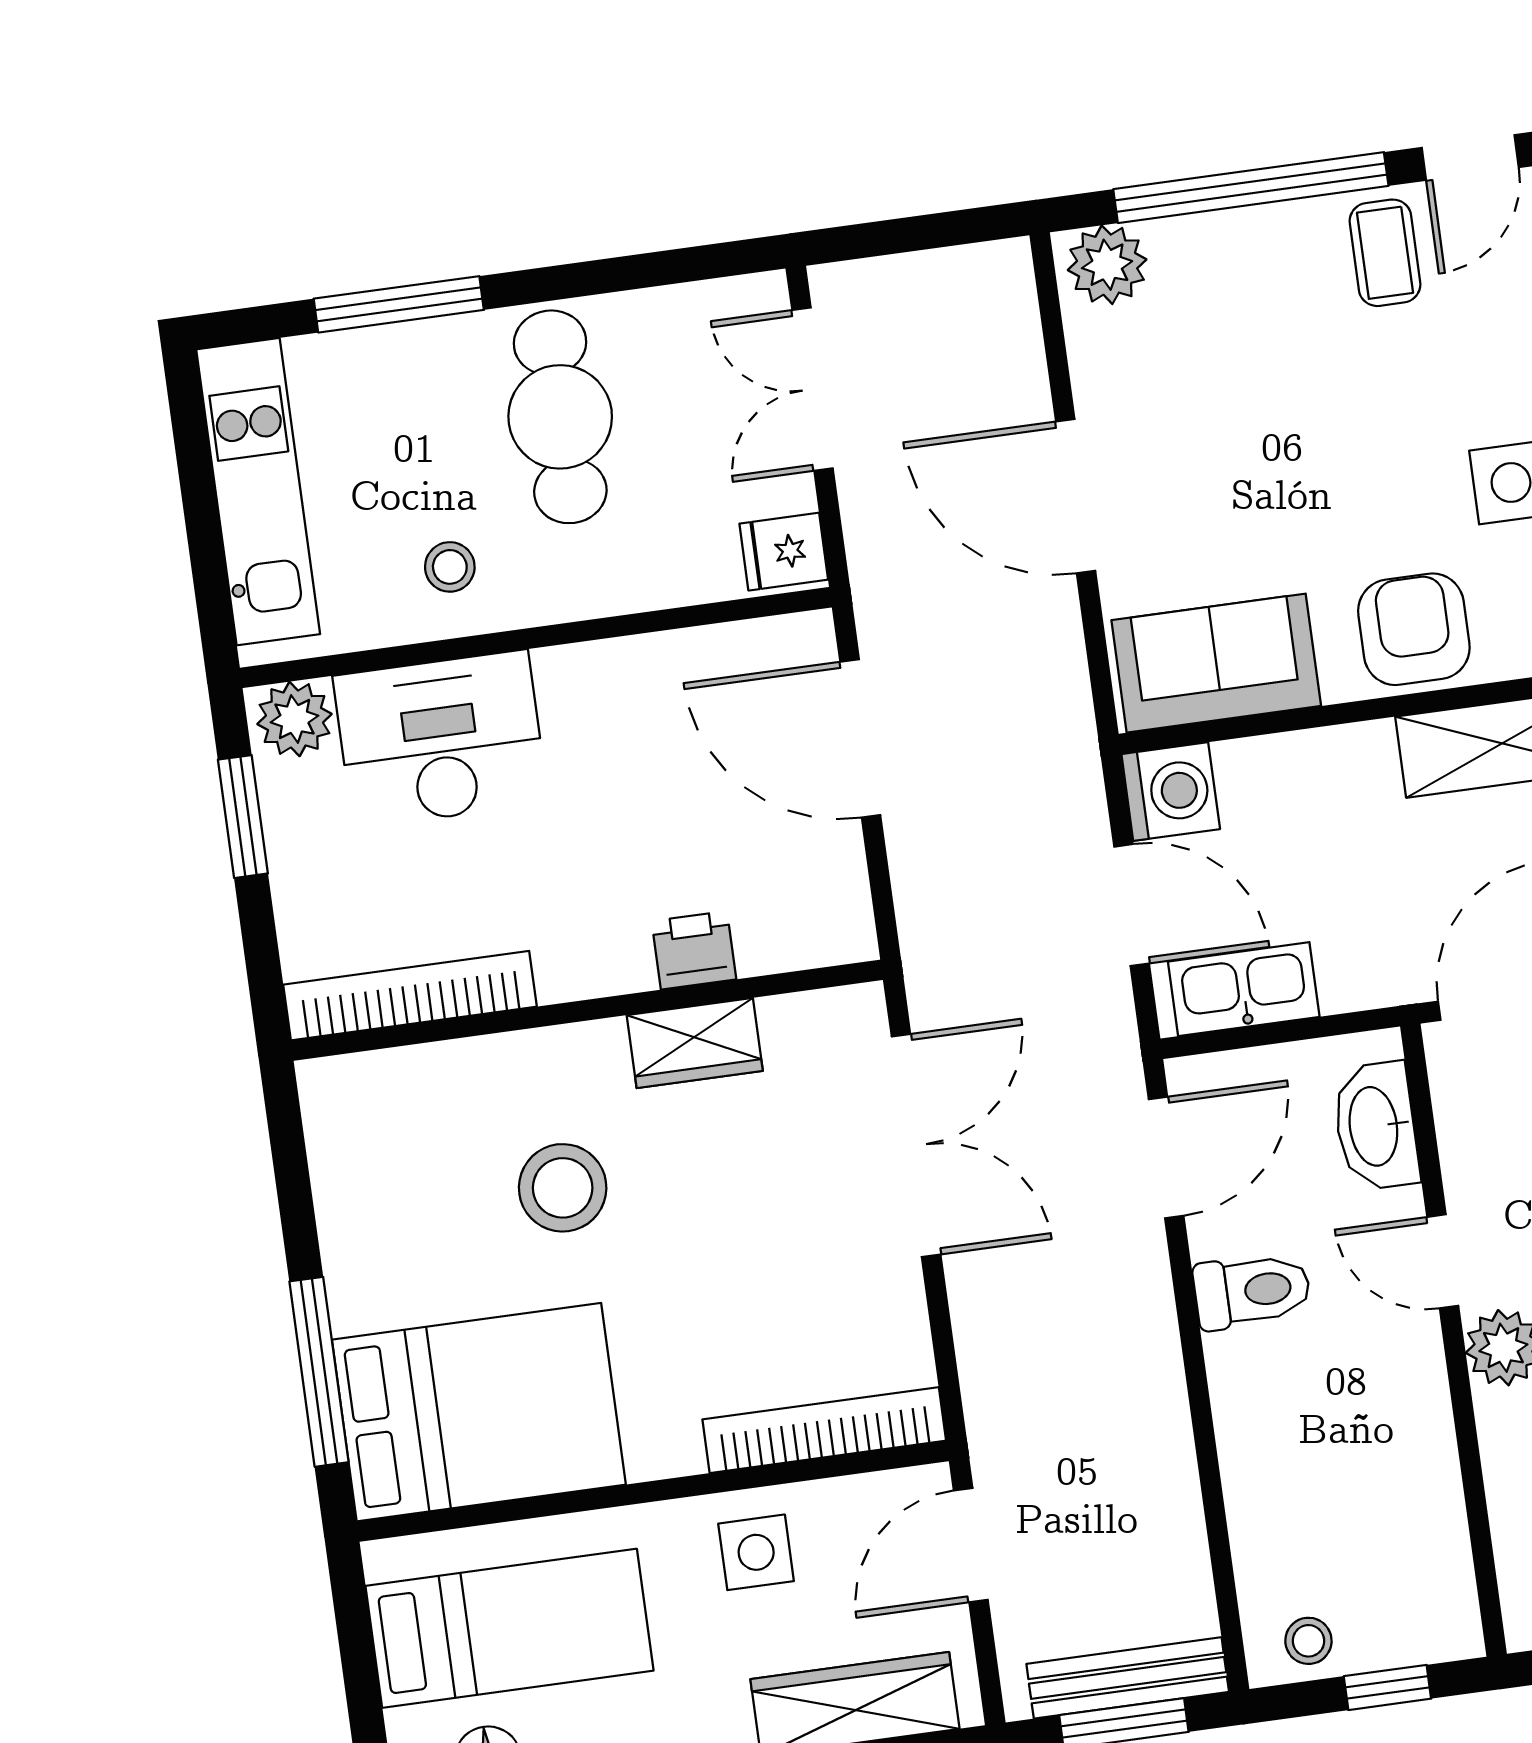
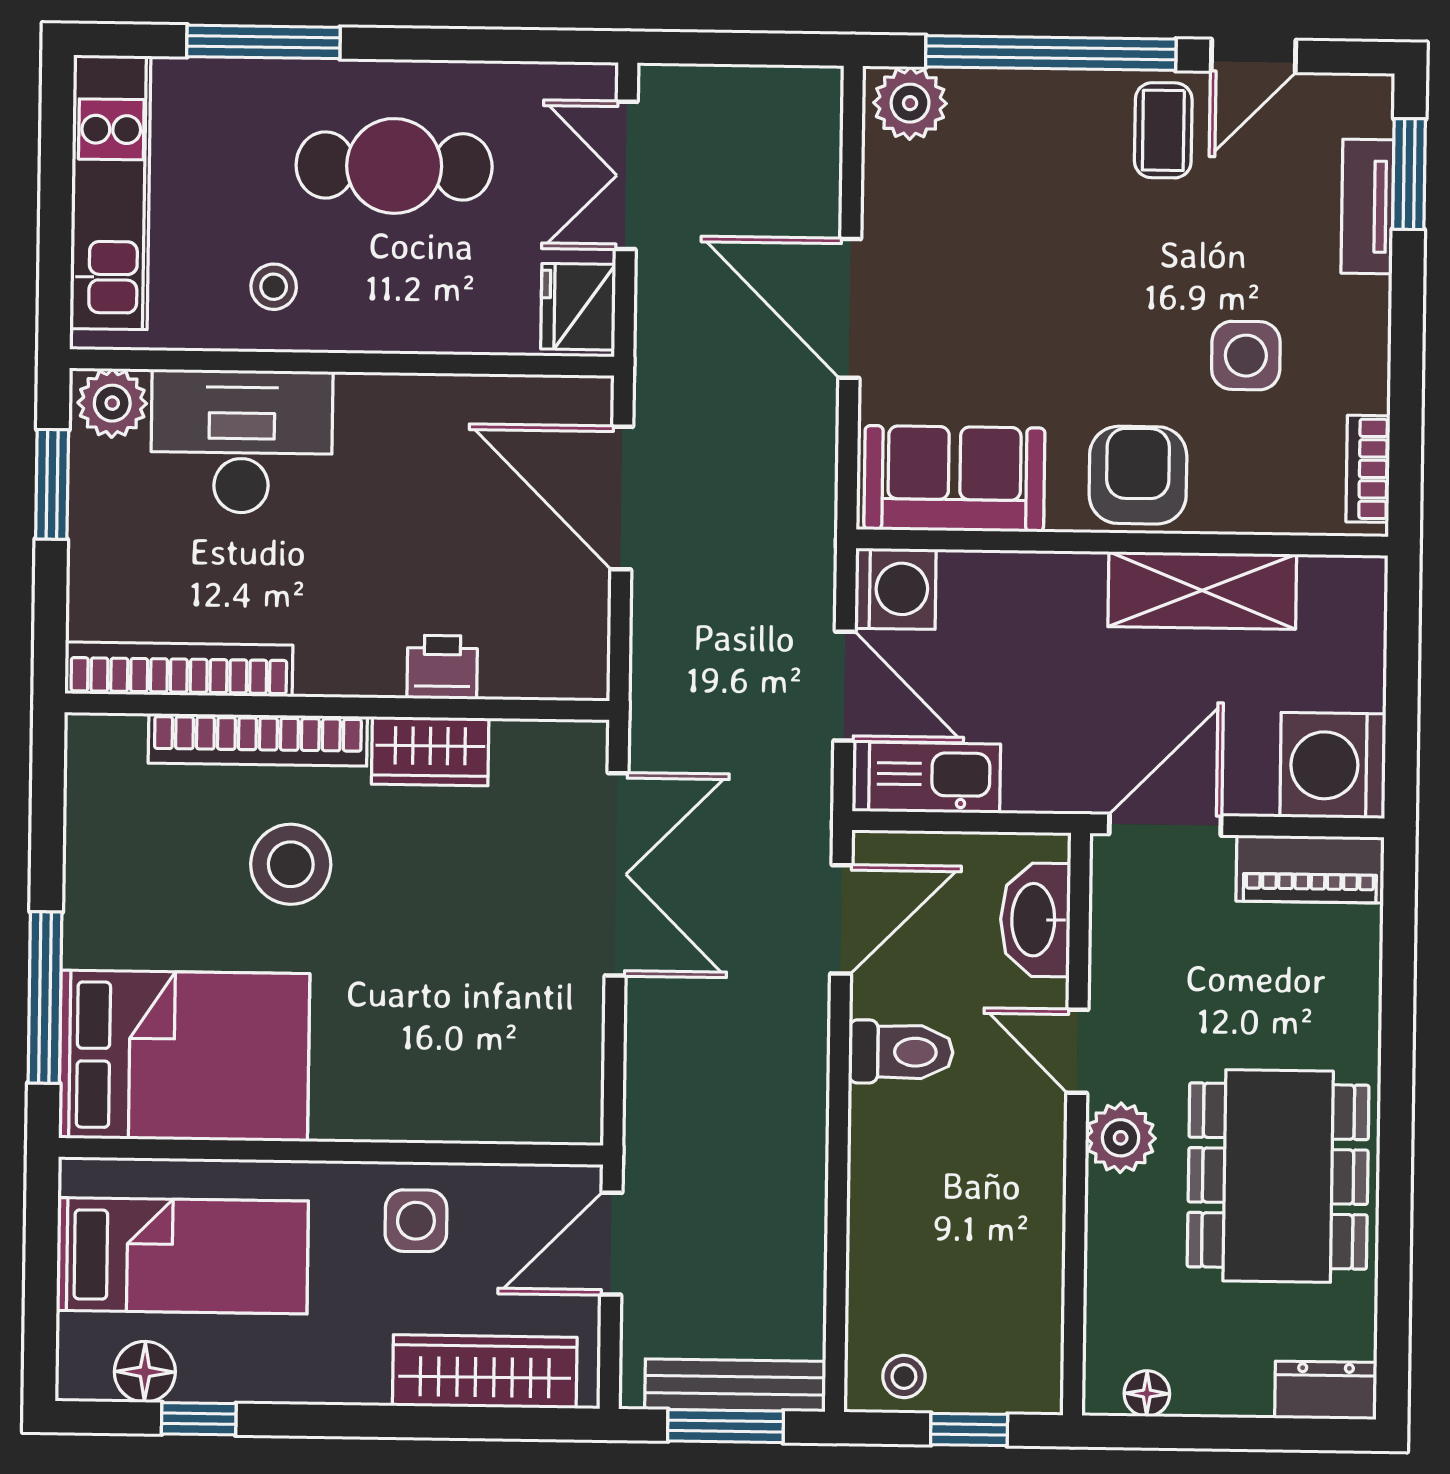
cafe table: (560, 417) -> (394, 166), turned 90
fridge: (784, 552) -> (578, 307), width x1.38
bookcase: (824, 1430) -> (258, 740), moved, turned 180

